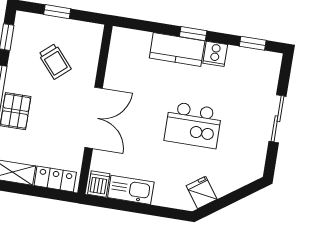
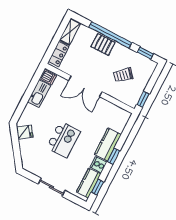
window: (57, 12) -> (143, 99), moved
kitchen counter: (250, 60) -> (89, 183), added
kitchen island: (193, 125) -> (63, 140), turned 180

